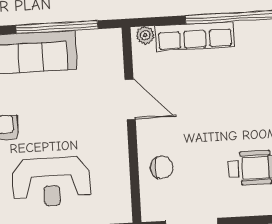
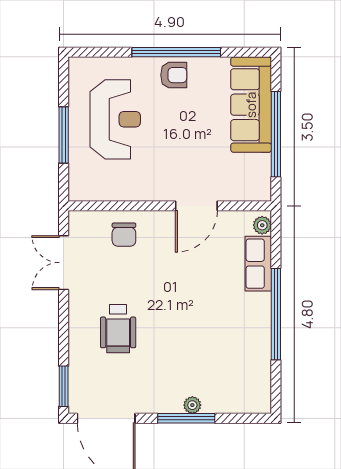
row of seats: (195, 36) -> (258, 264), width x0.68
reception desk: (51, 182) -> (115, 119), turned 180

